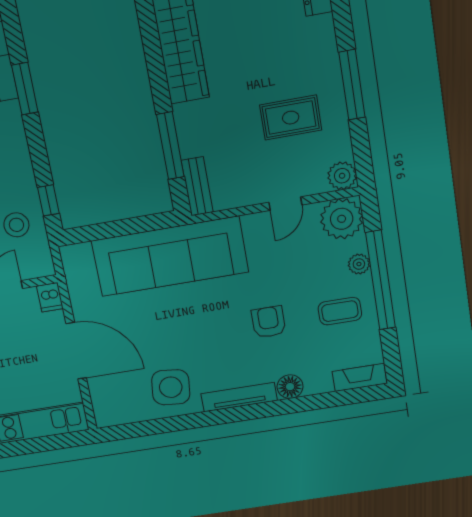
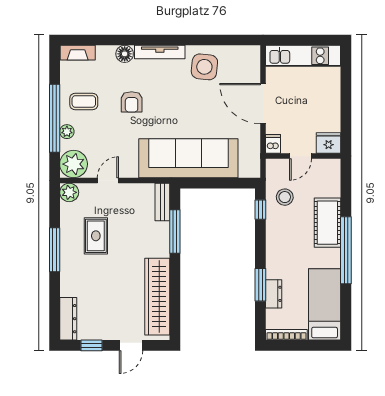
rug: (291, 118) -> (96, 236), turned 90

